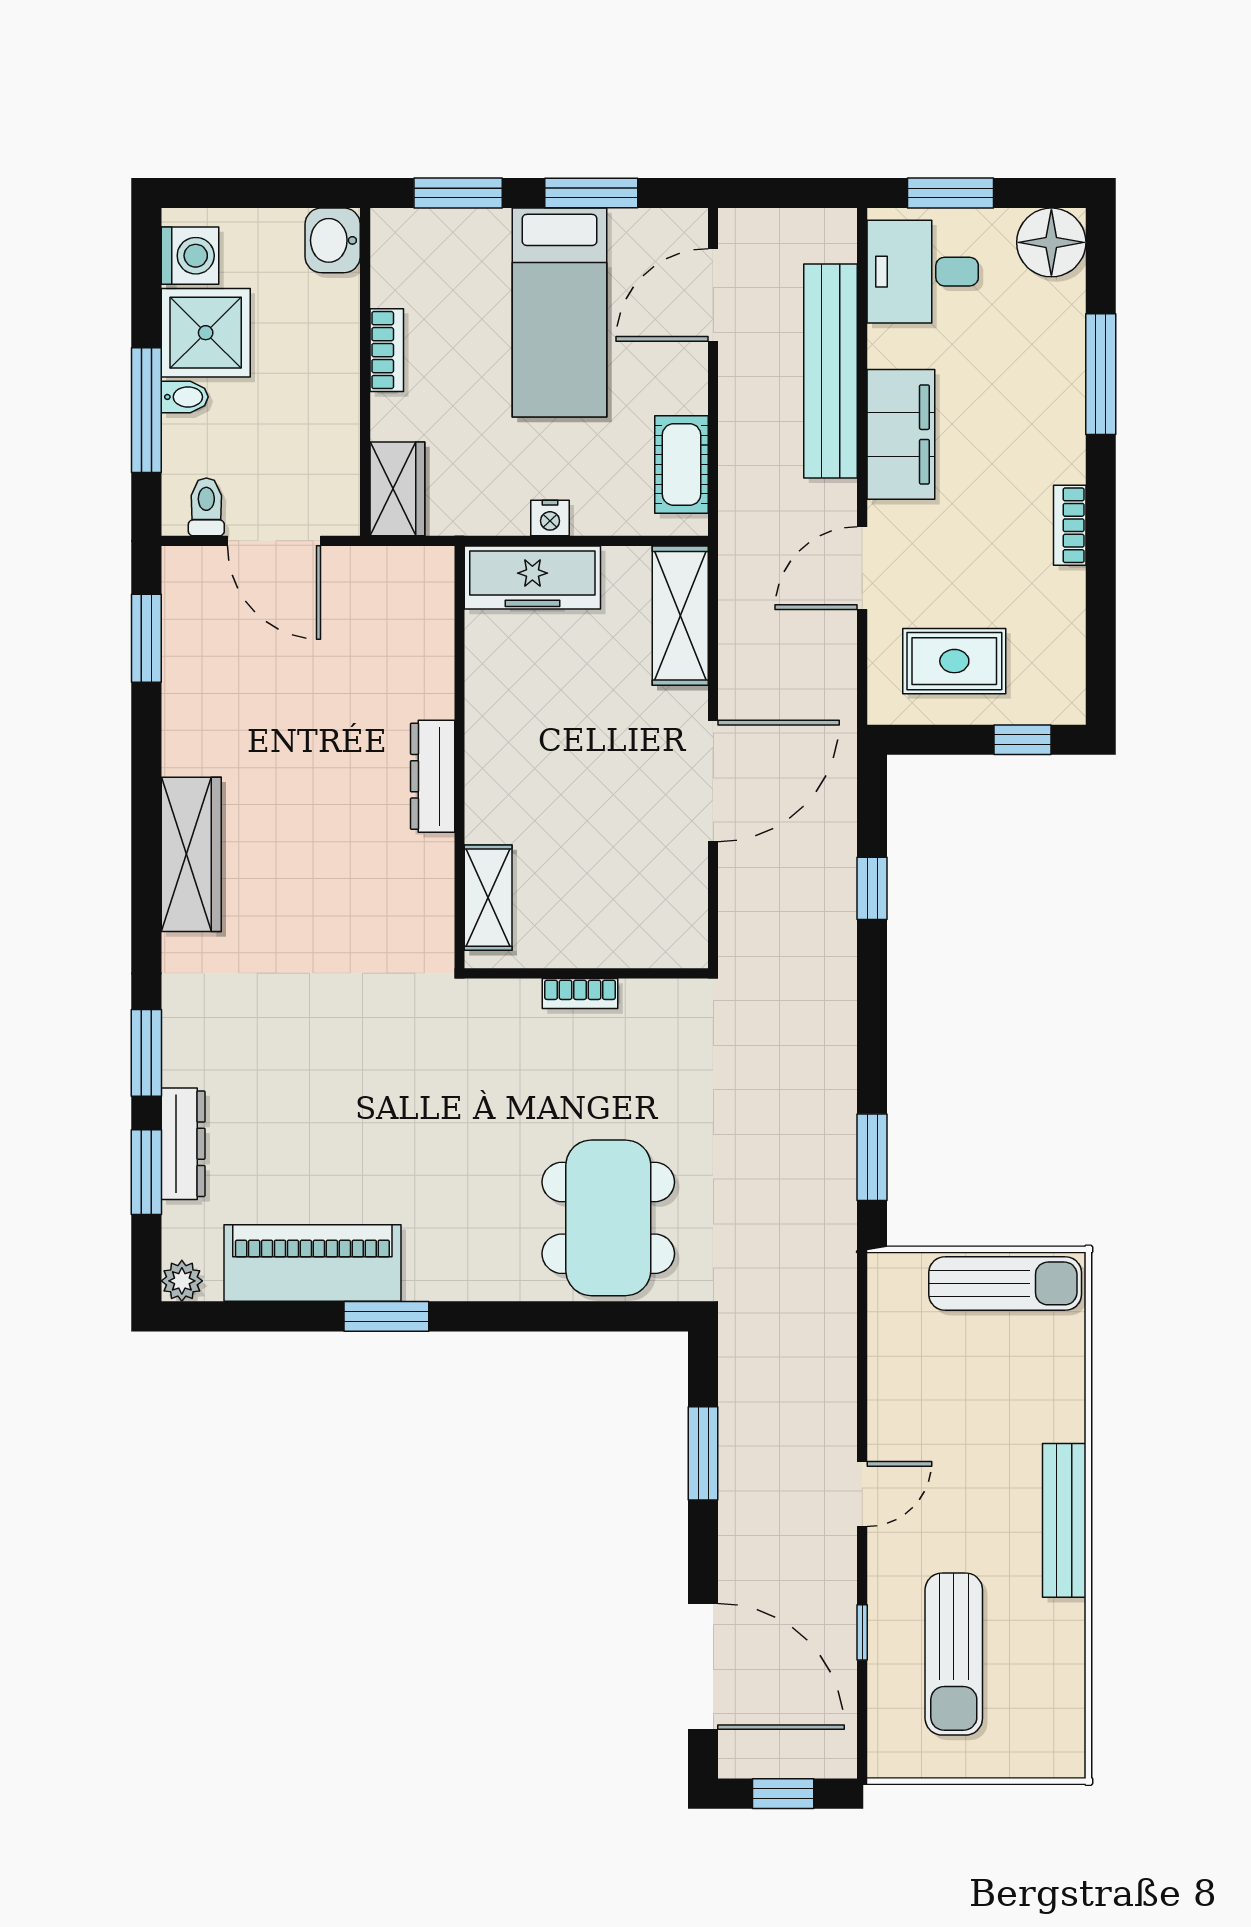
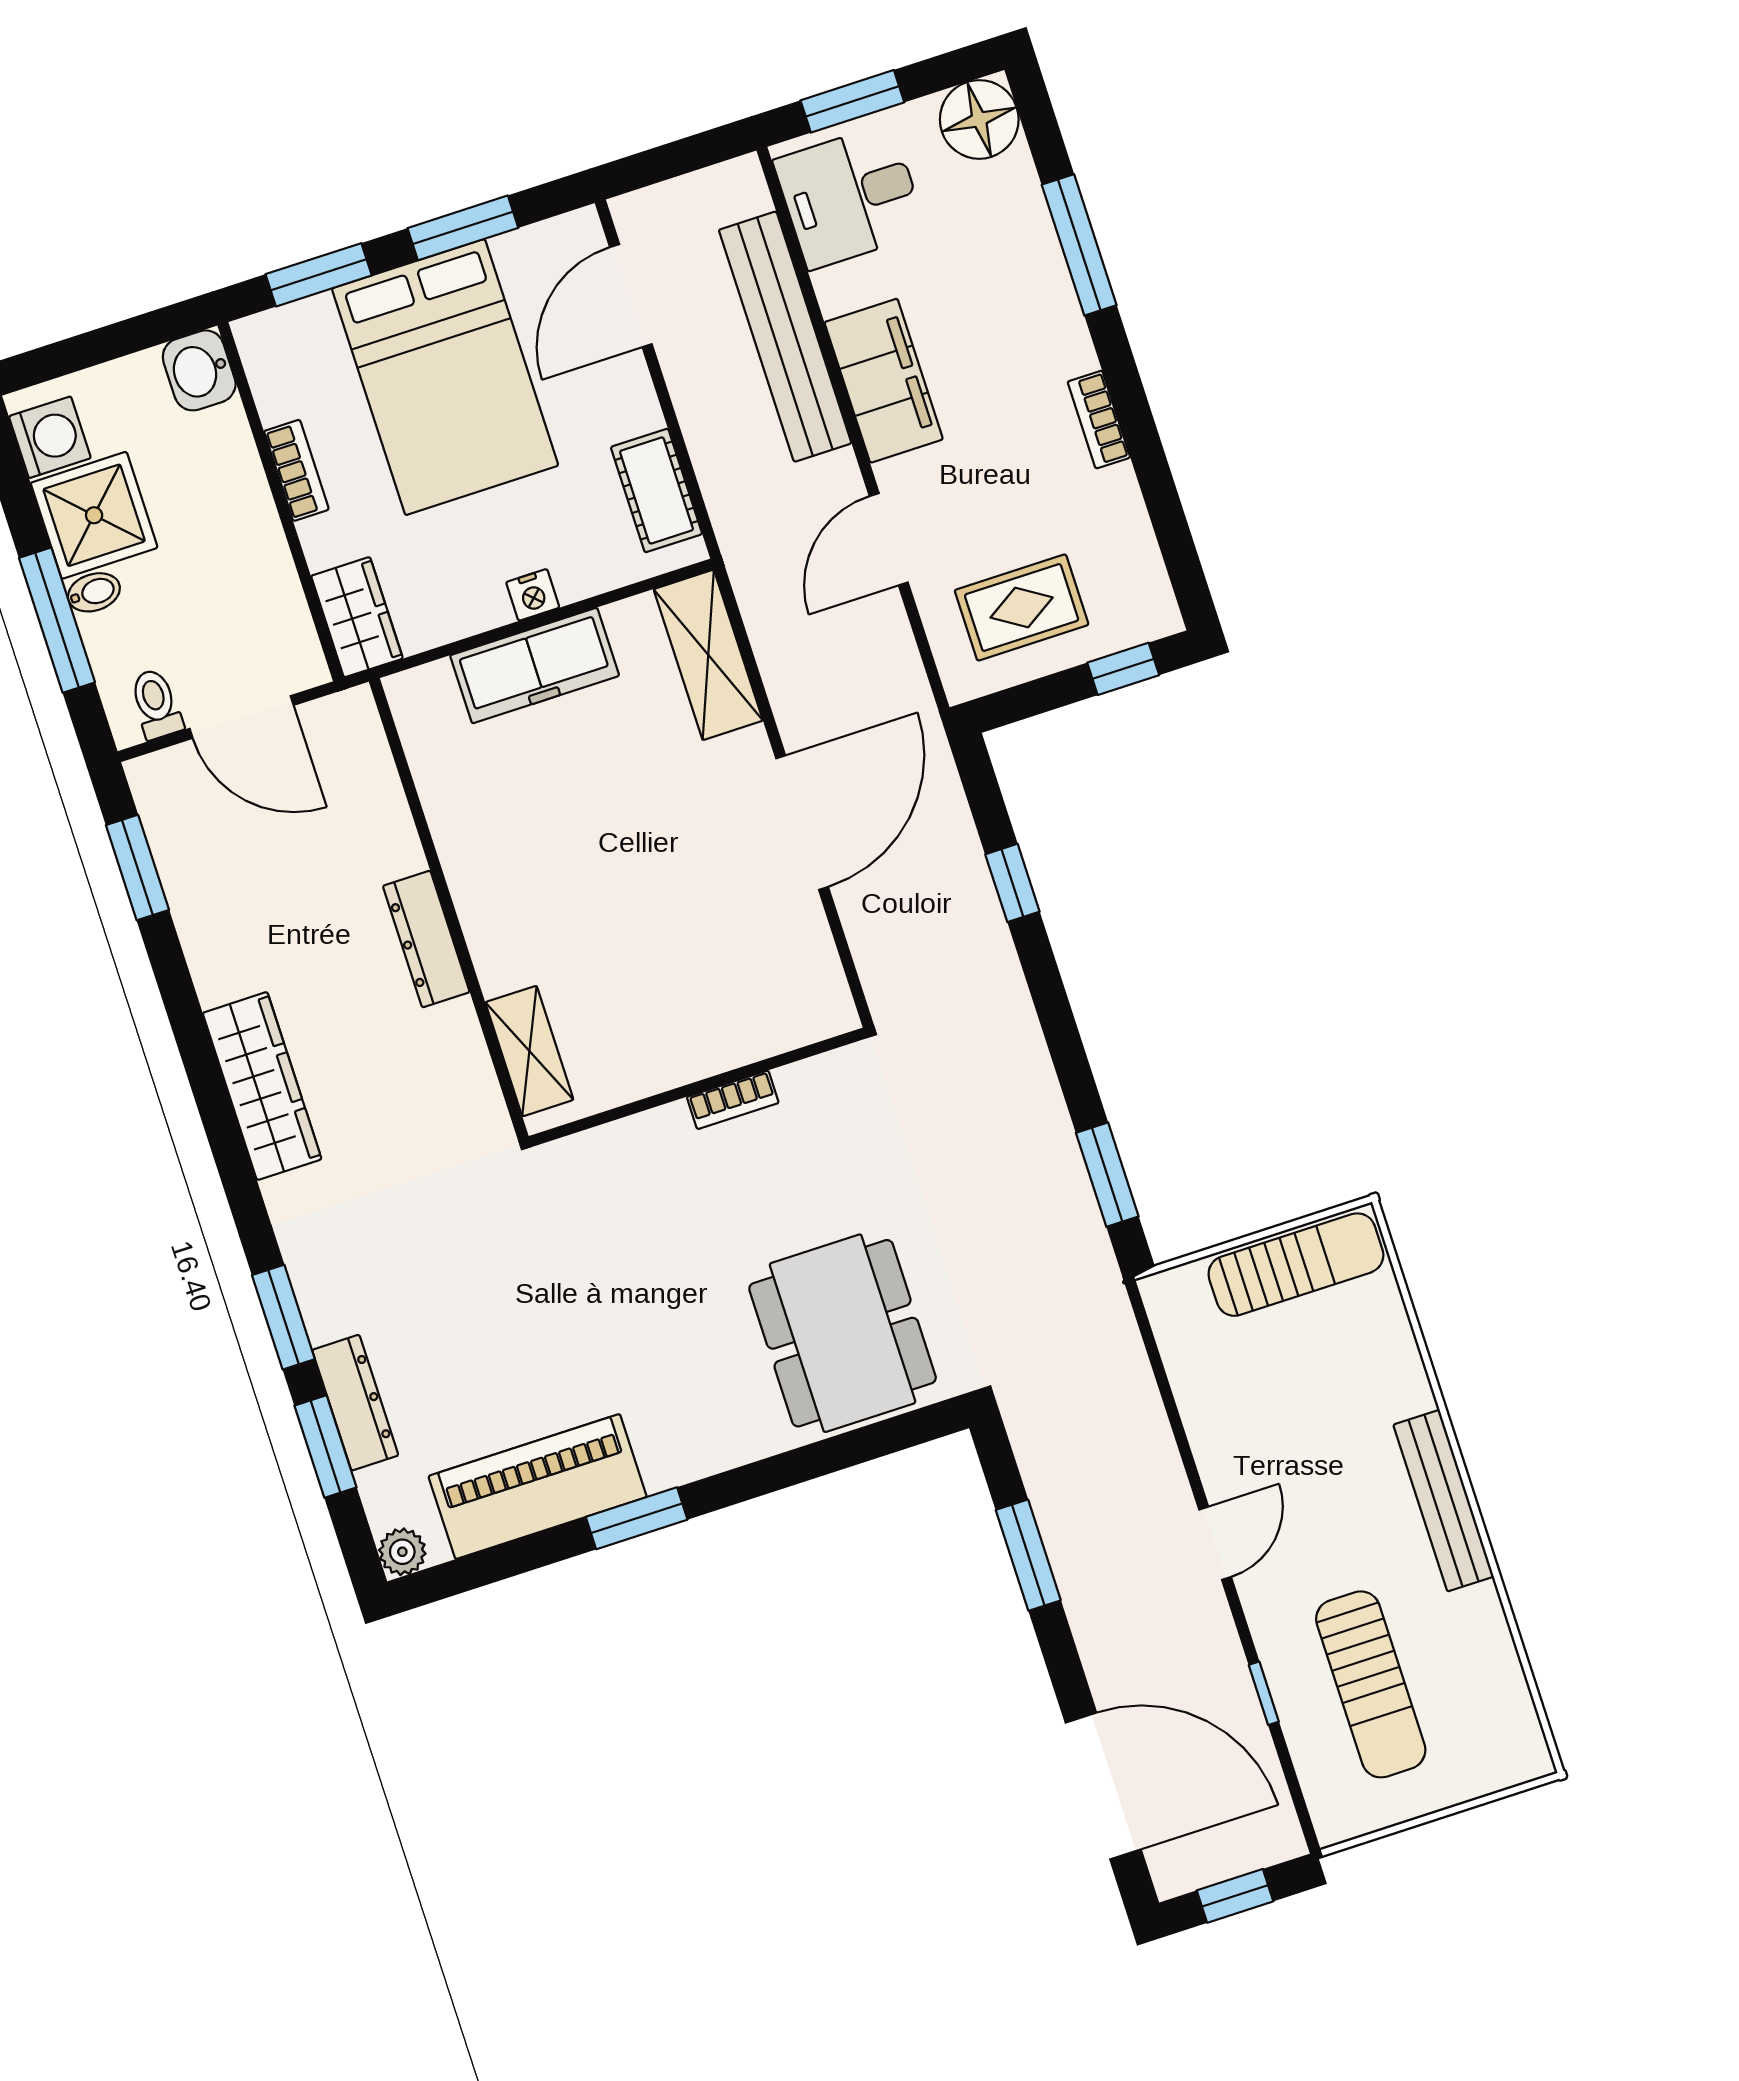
bed: (559, 313) -> (445, 377), width x1.50
wall: (460, 757) -> (449, 909), moved
dresser: (433, 776) -> (426, 939), moved
shelving: (488, 898) -> (529, 1051), moved

